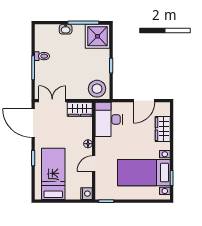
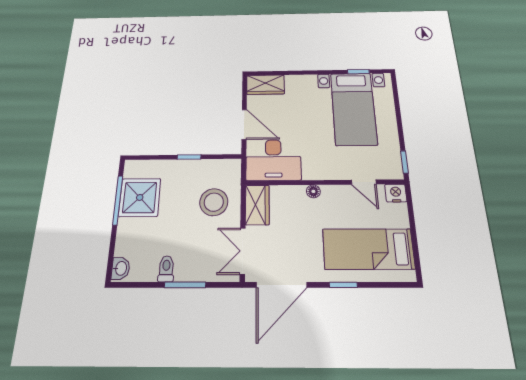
washbasin: (66, 29) -> (121, 268), moved
shower: (98, 36) -> (140, 197), moved
stool: (97, 89) -> (214, 202), moved
door: (144, 101) -> (244, 124), moved
wardrobe: (163, 129) -> (265, 85), moved
door: (94, 164) -> (364, 182), moved

